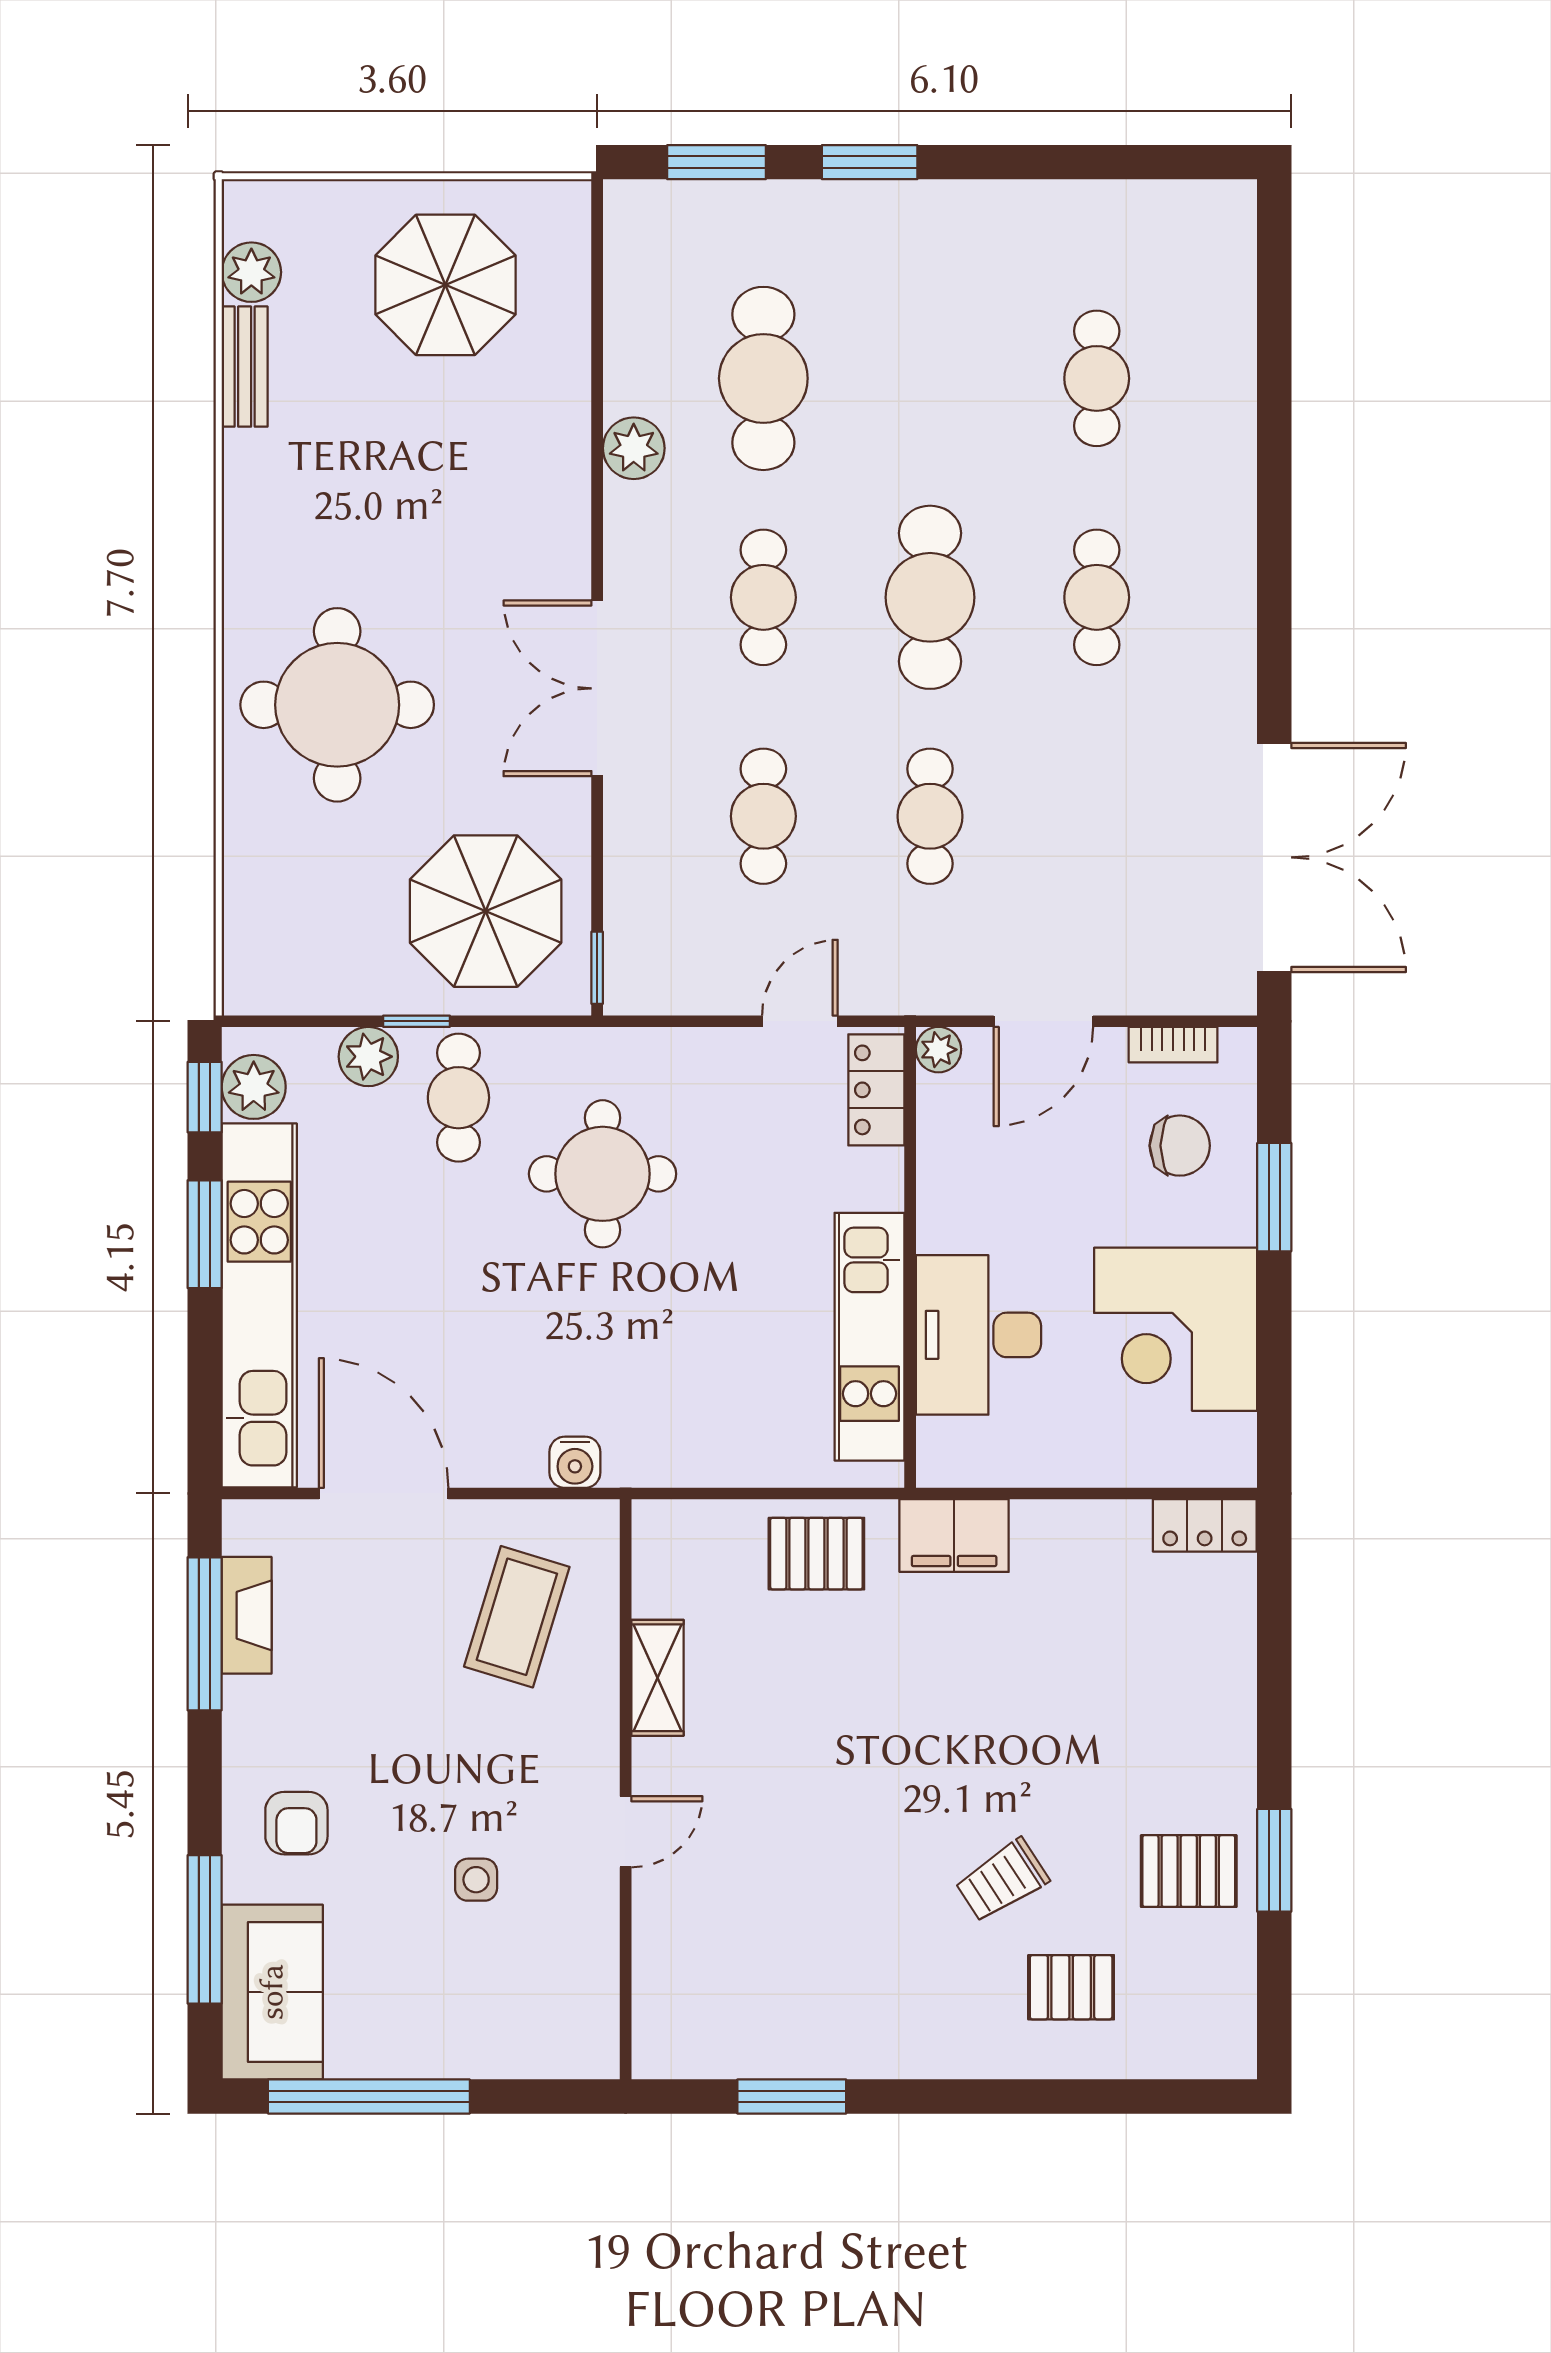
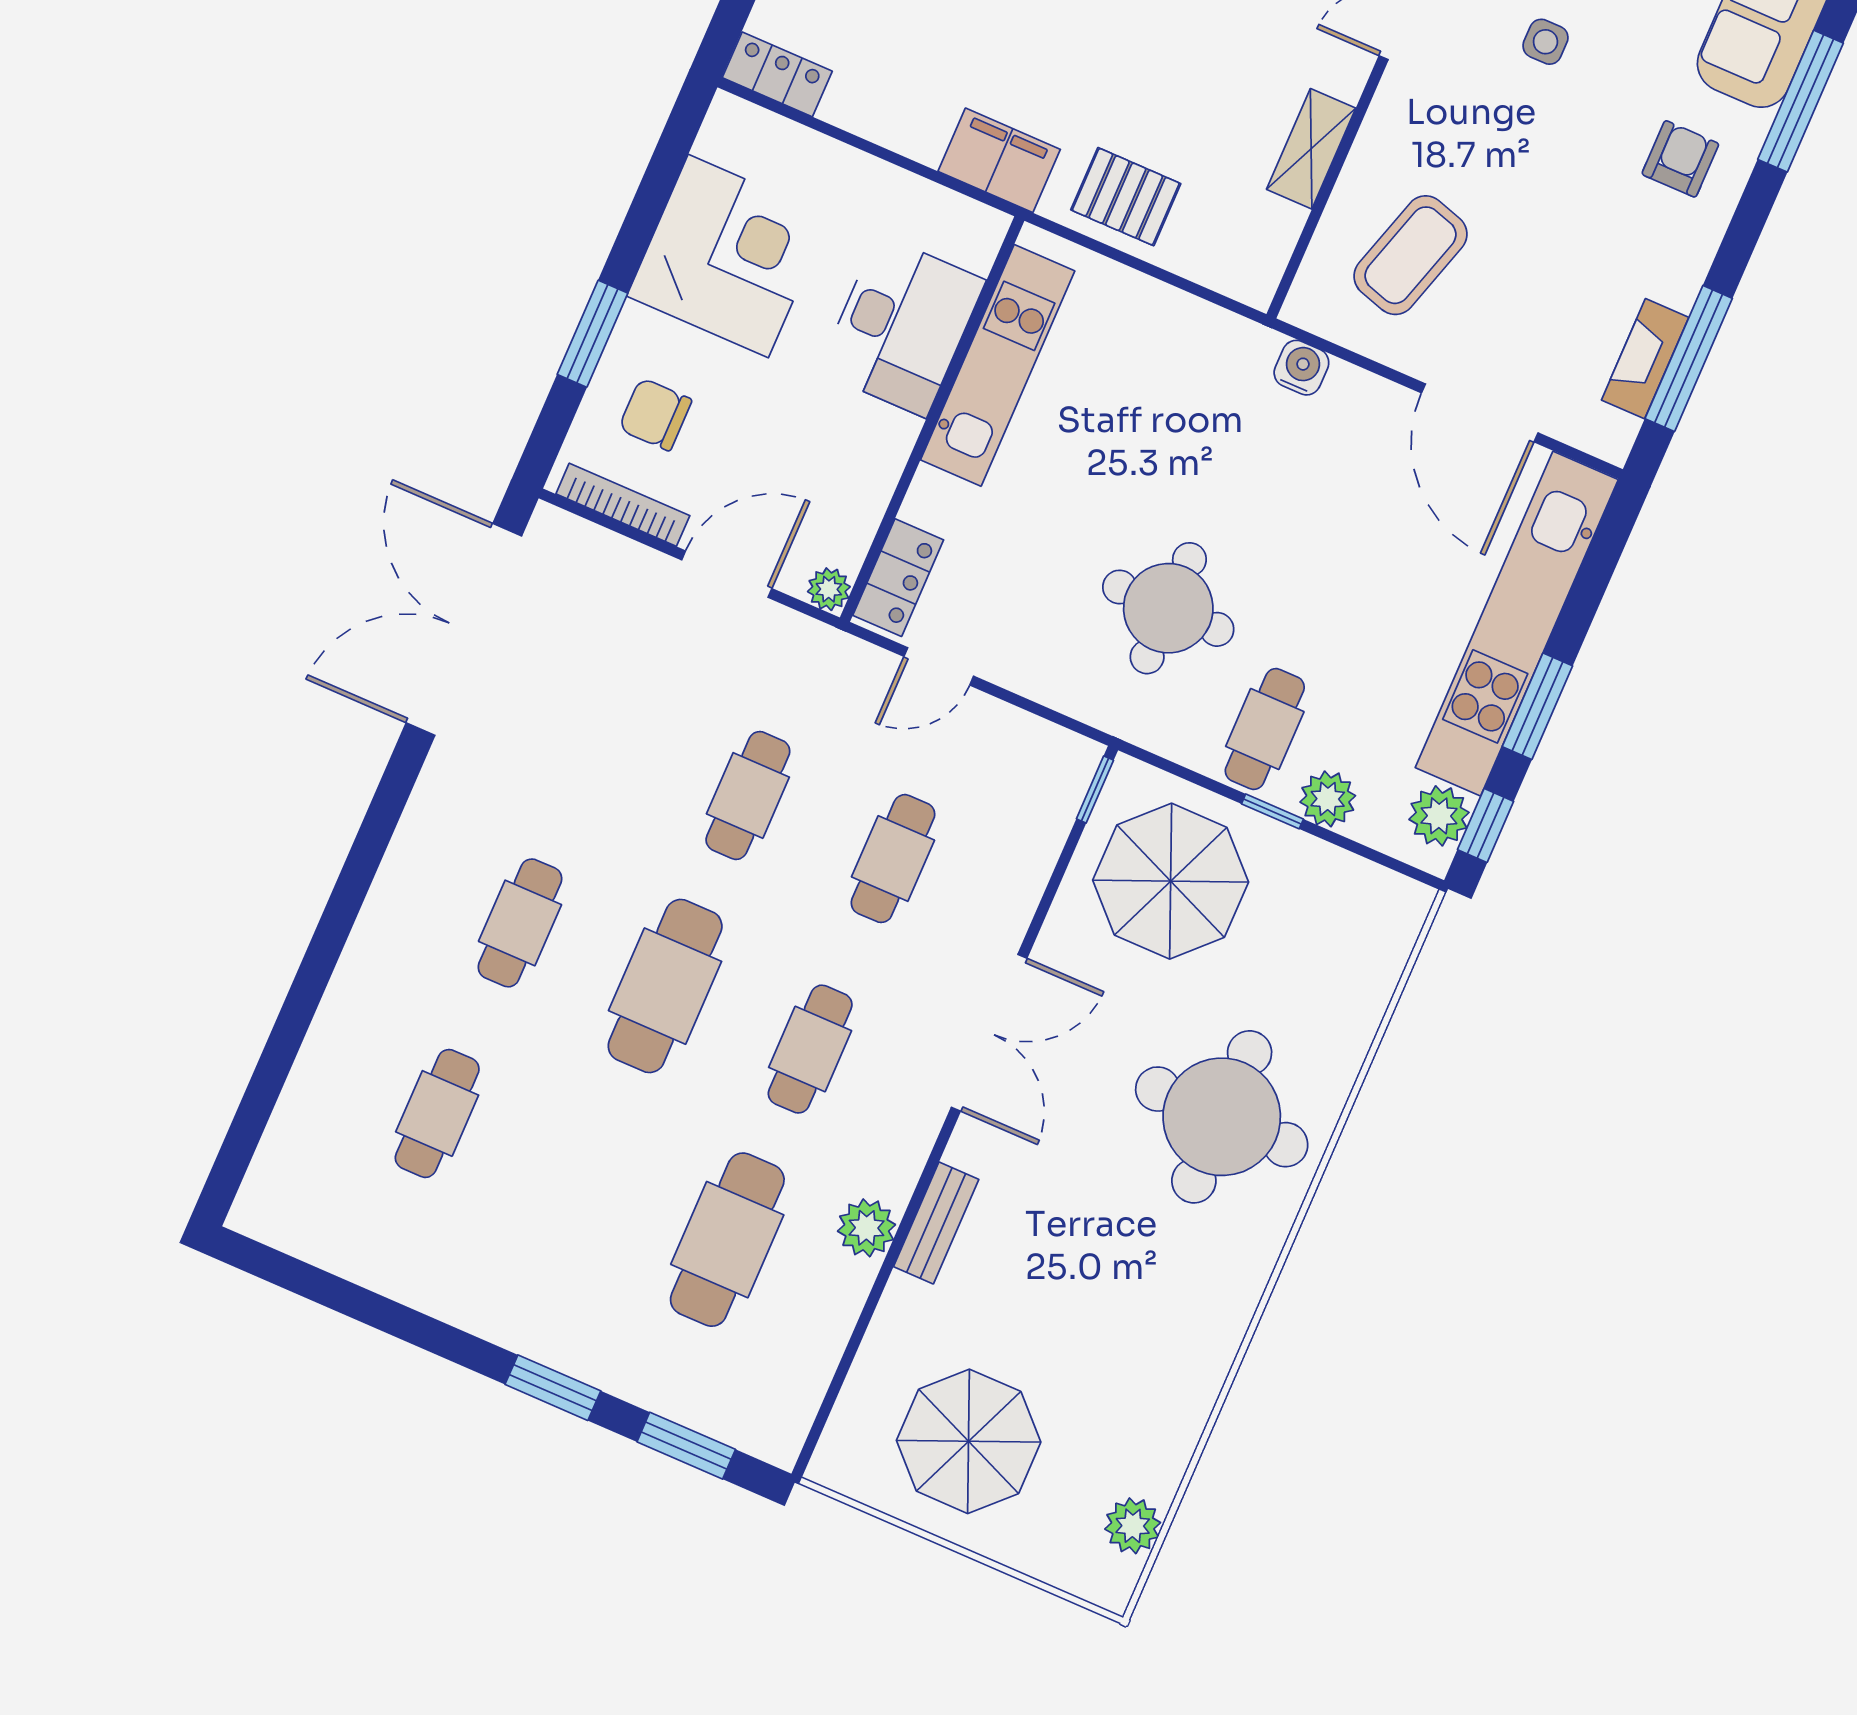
bench: (245, 367) -> (936, 1223), moved
bookcase: (1173, 1045) -> (623, 505), width x1.56

